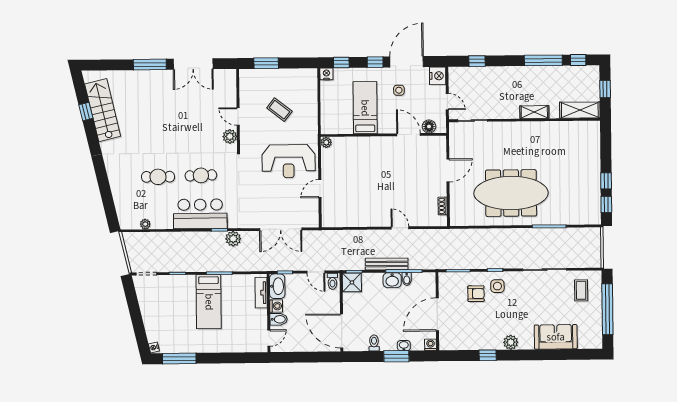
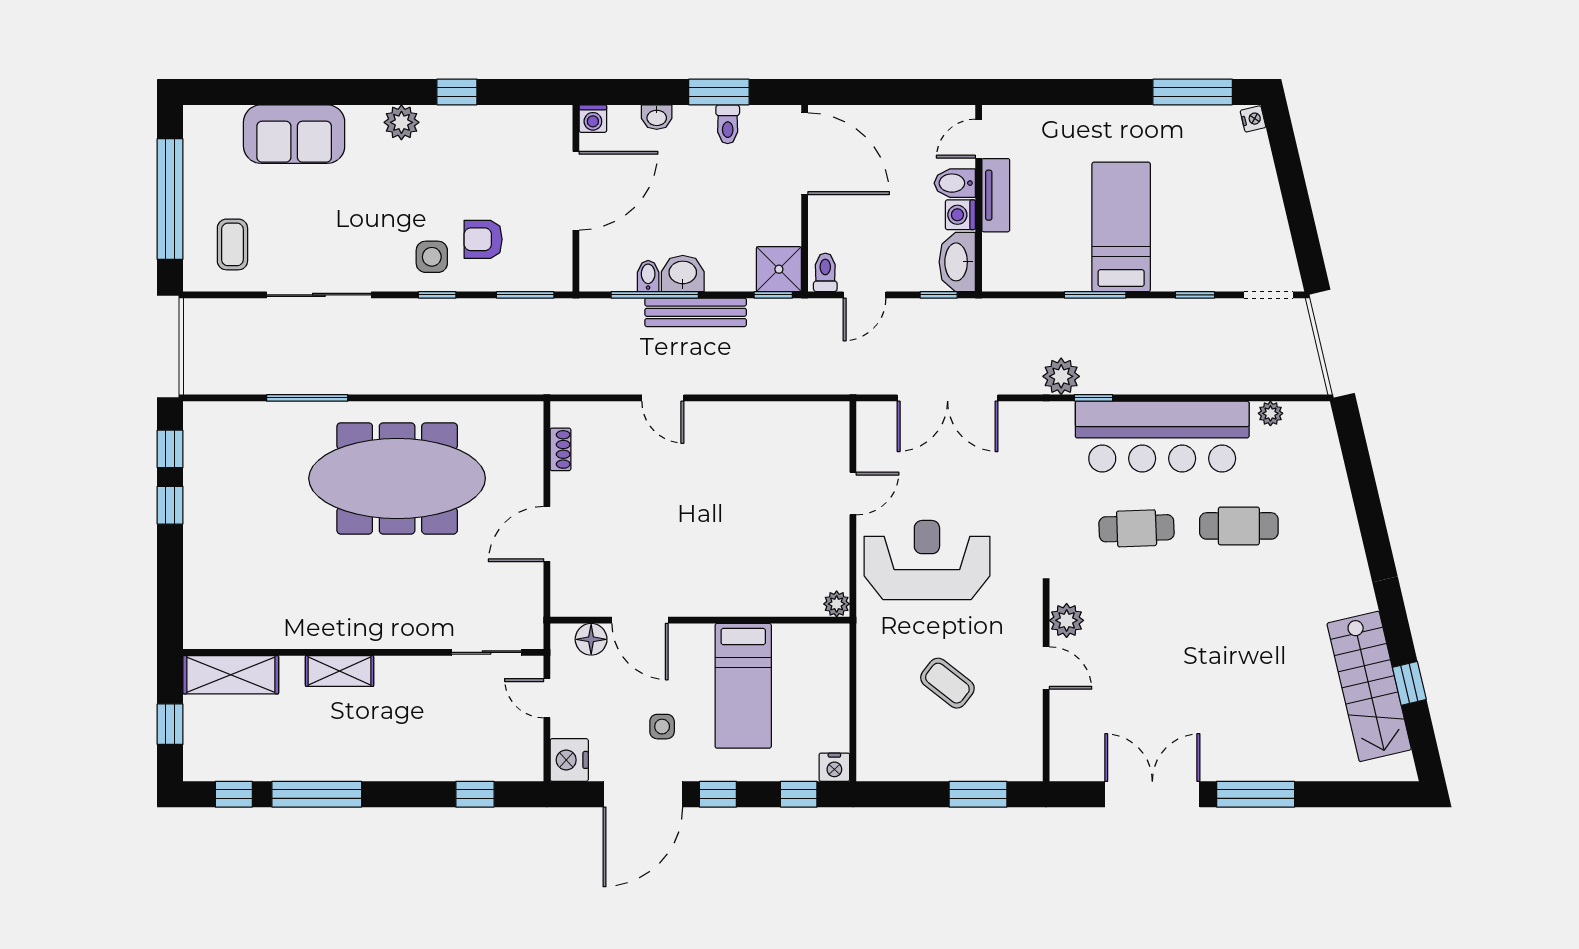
bar counter: (200, 214) -> (1162, 437), width x1.36
double door: (281, 229) -> (948, 398), swing flipped
door: (316, 272) -> (865, 295), swing flipped
tv unit: (261, 293) -> (996, 195), moved
window: (396, 356) -> (719, 92), moved

